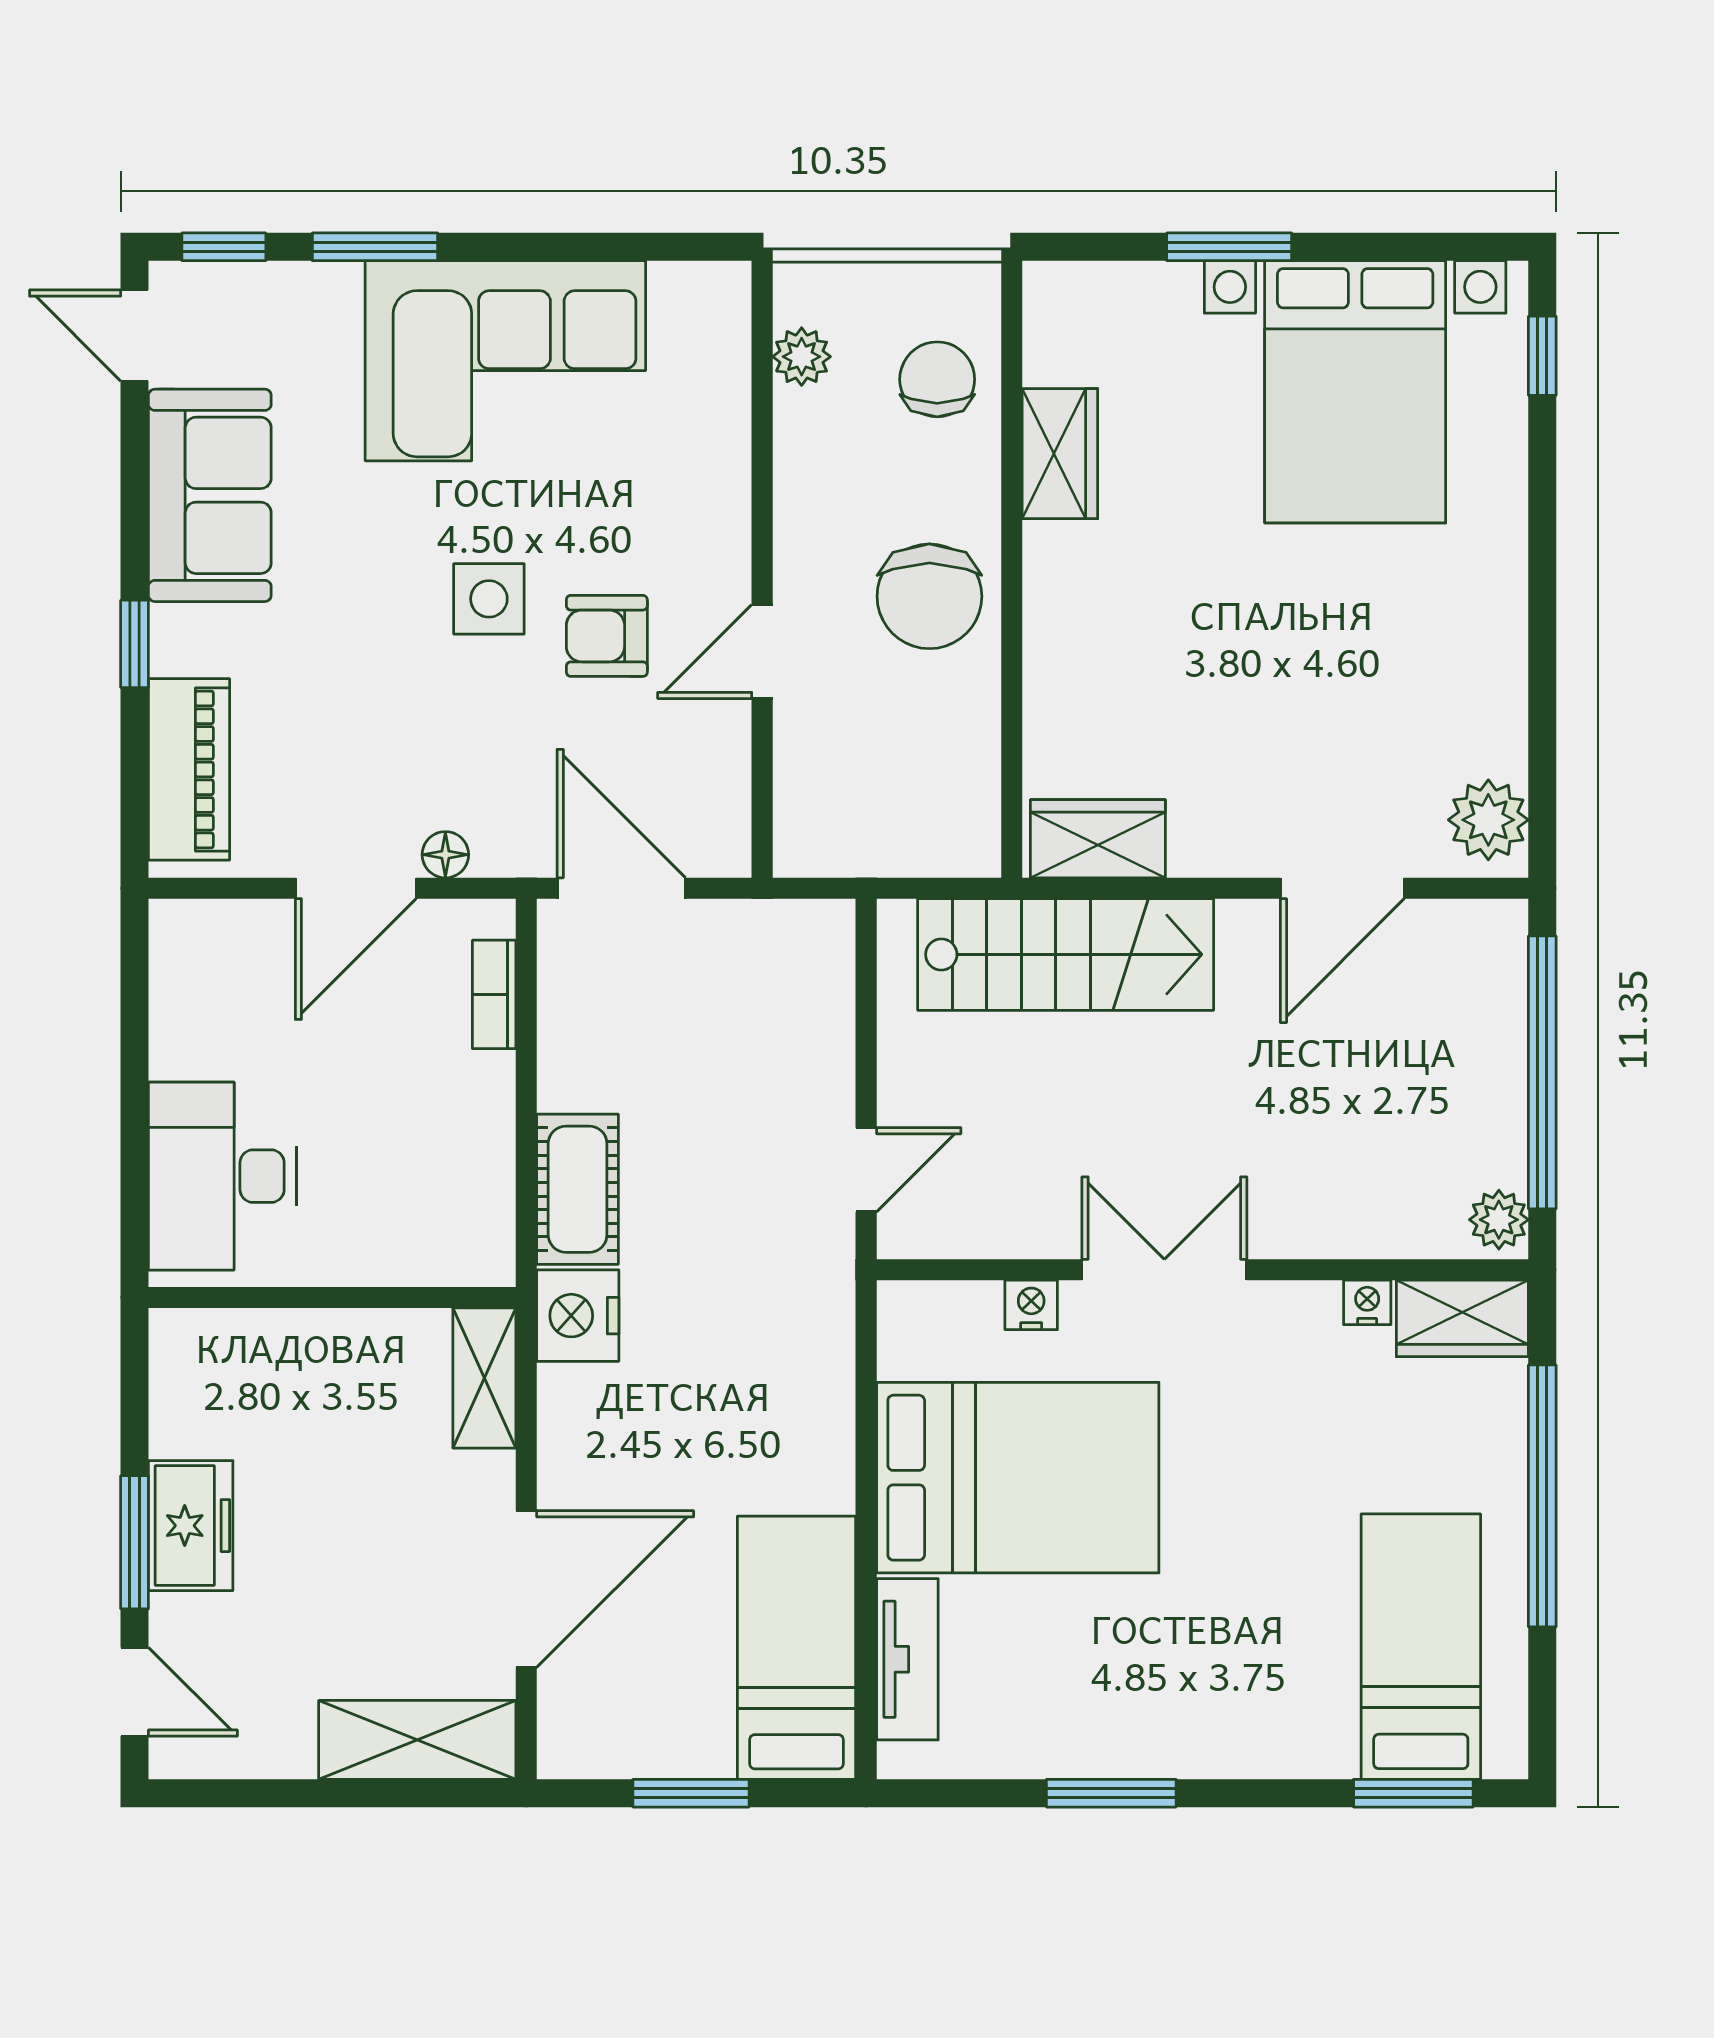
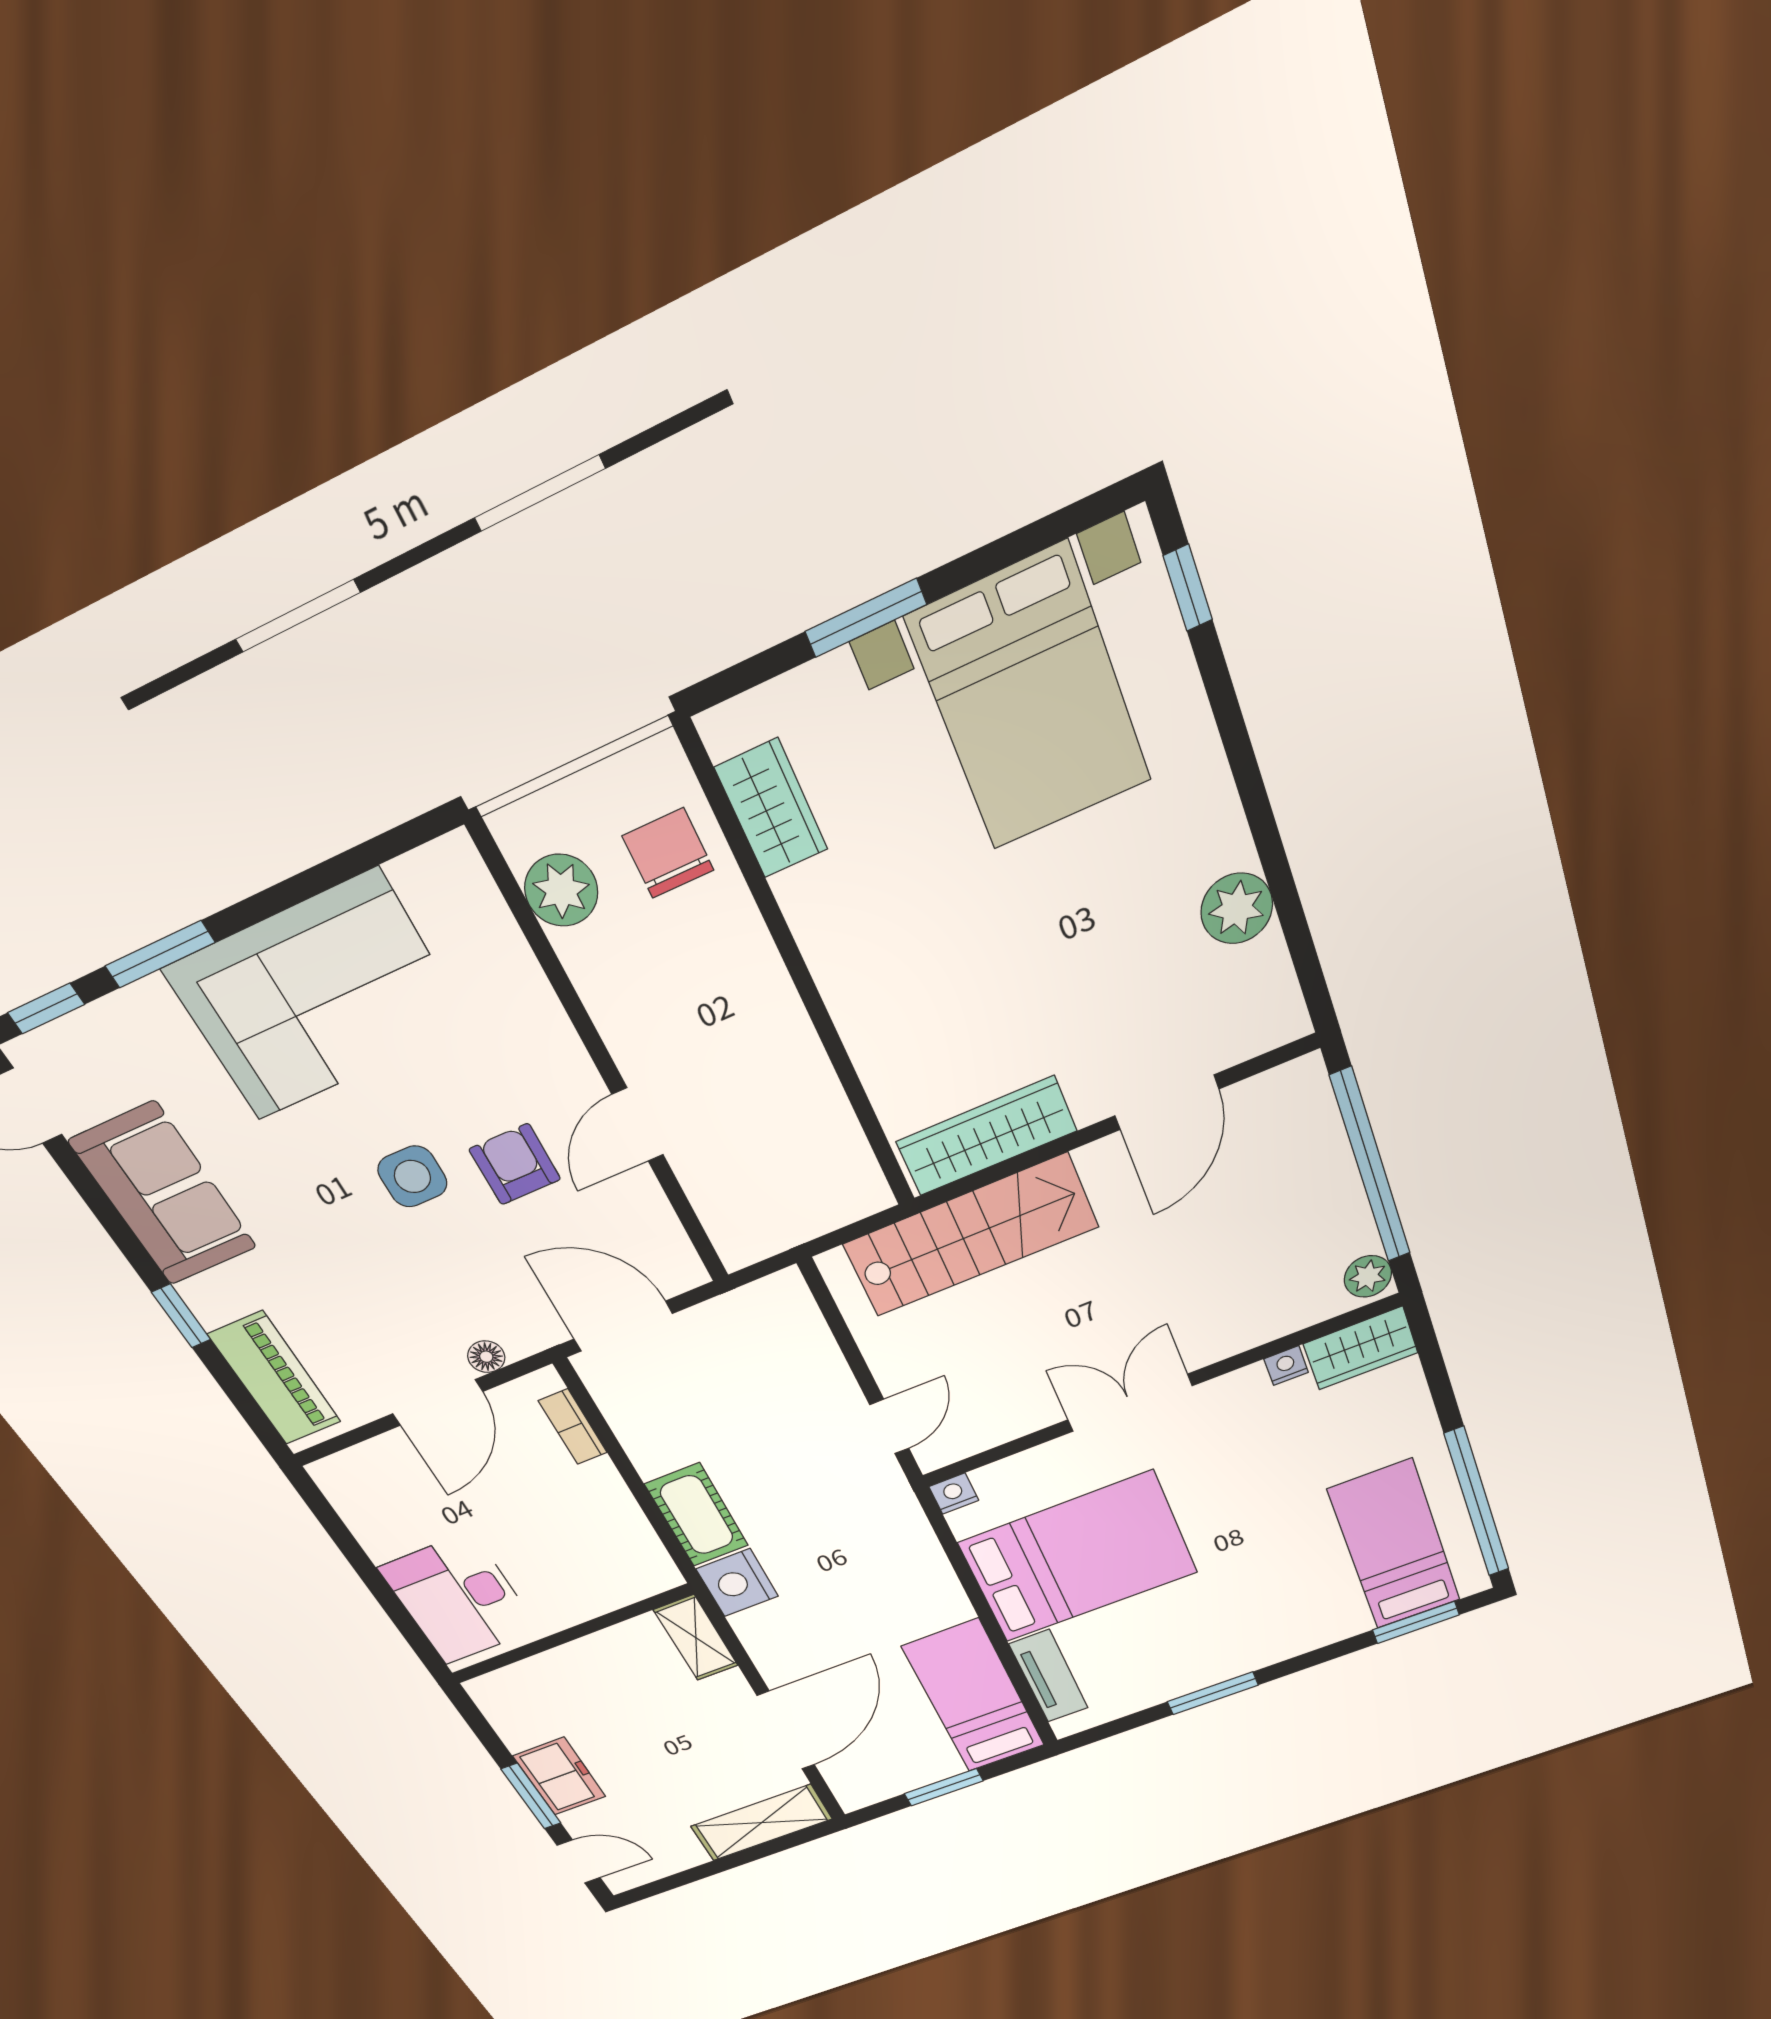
plant: (802, 357) -> (561, 890), width x1.38, depth x1.38
wardrobe: (1060, 454) -> (771, 809), moved
chair: (929, 596) -> (746, 1028), removed
armchair: (607, 636) -> (515, 1164), turned 90
plant: (1488, 820) -> (1237, 908), moved
wardrobe: (1098, 839) -> (986, 1136), width x1.50
nightstand: (1031, 1305) -> (954, 1494), moved
window: (1542, 1496) -> (1477, 1502), moved

